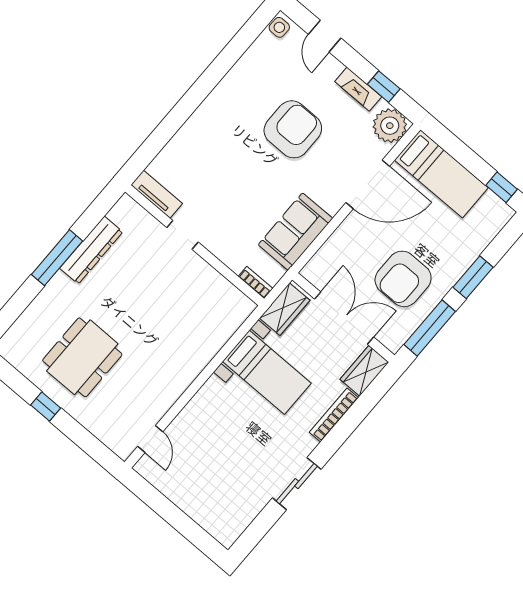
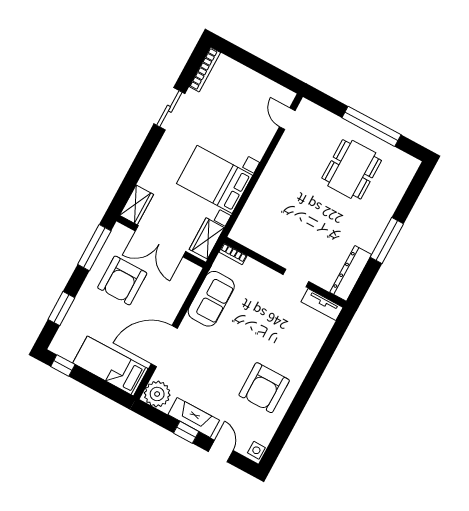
window: (384, 87) -> (186, 432), moved
fireplace: (358, 89) -> (194, 417), width x1.37, depth x1.32
armchair: (293, 129) -> (264, 388), moved
dresser: (91, 250) -> (351, 273), moved
window: (473, 277) -> (61, 309), moved
armchair: (403, 279) -> (122, 280), turned 180
bed with nightstands: (267, 372) -> (215, 179), width x1.36
window: (46, 406) -> (371, 126), width x3.17
bookcase: (334, 415) -> (205, 70), moved

